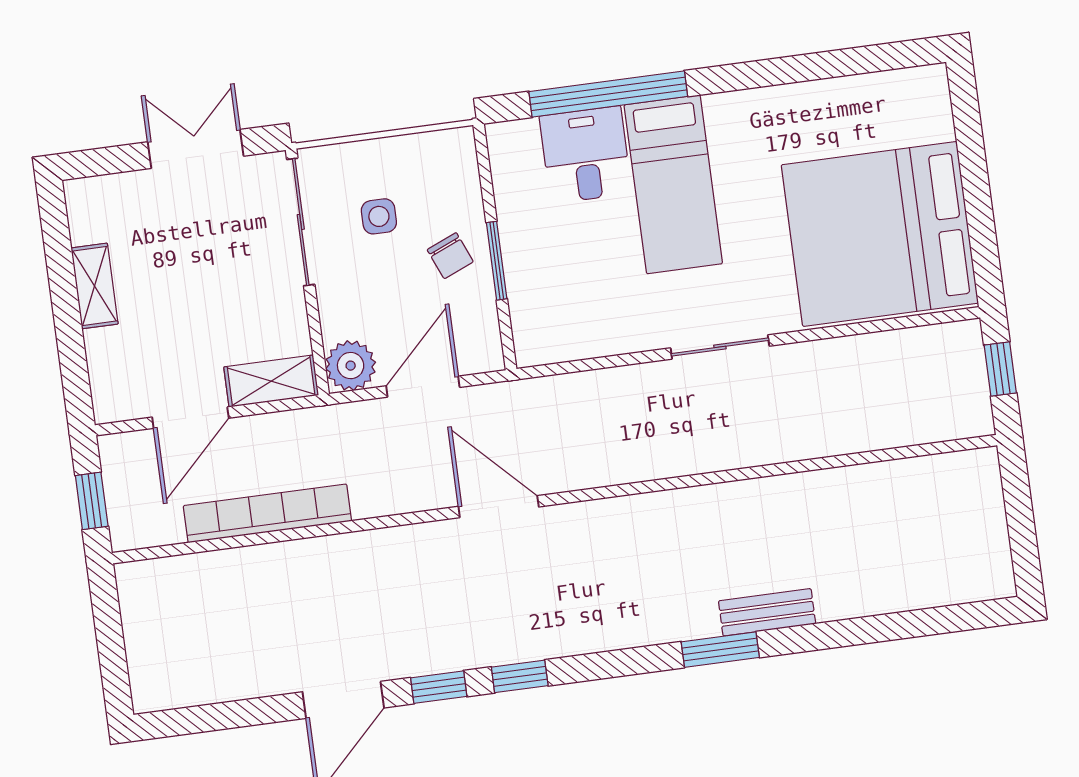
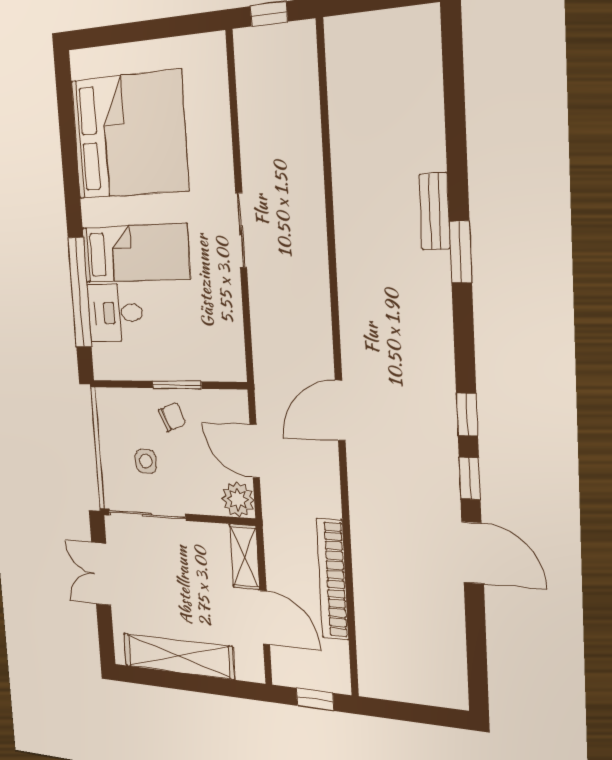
bed: (880, 234) -> (129, 135), moved, turned -90
shelving: (95, 286) -> (178, 656), width x2.20, depth x1.33

